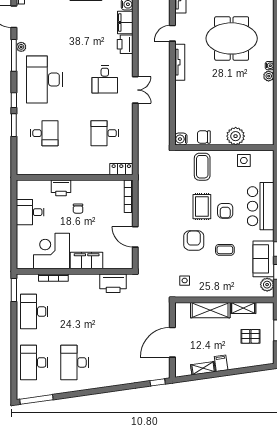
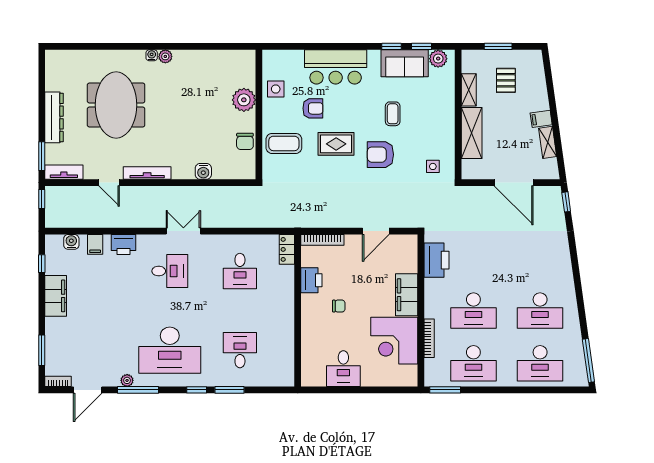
filing cabinet: (125, 22) -> (95, 244), width x0.50
water cooler: (181, 139) -> (203, 171), moved
printer: (61, 188) -> (311, 280), moved
armchair: (225, 211) -> (313, 108), moved
desk: (75, 312) -> (473, 311), added

